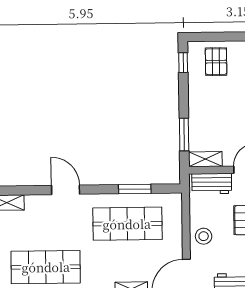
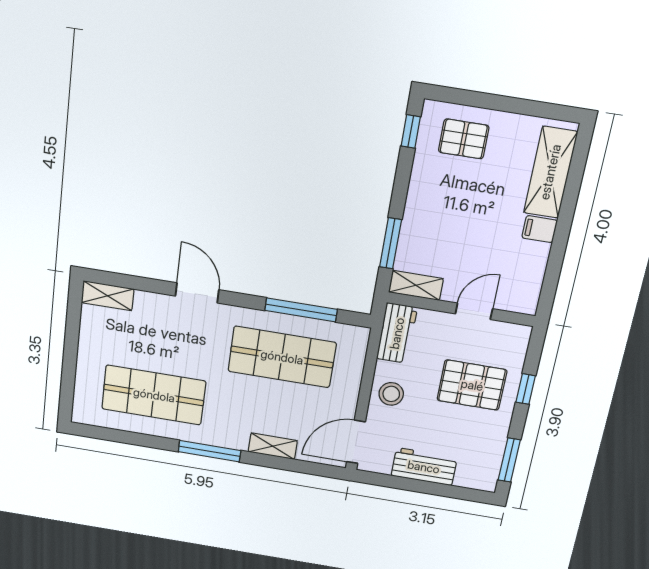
pallet: (216, 62) -> (464, 139), turned 90
workbench: (212, 184) -> (397, 333), moved, turned -90
window: (135, 189) -> (301, 310), width x1.44

